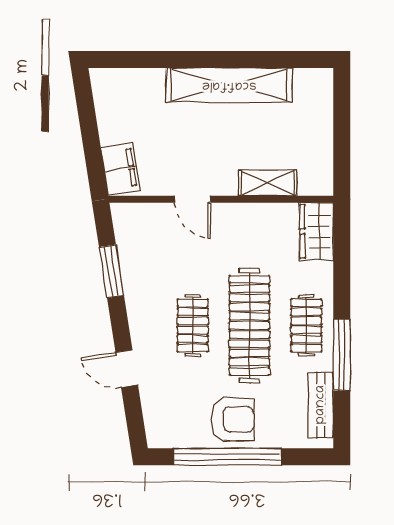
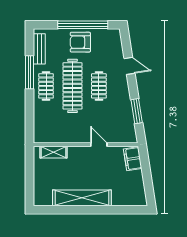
shelving: (268, 183) -> (53, 152), moved
wardrobe: (317, 232) -> (41, 130), removed

